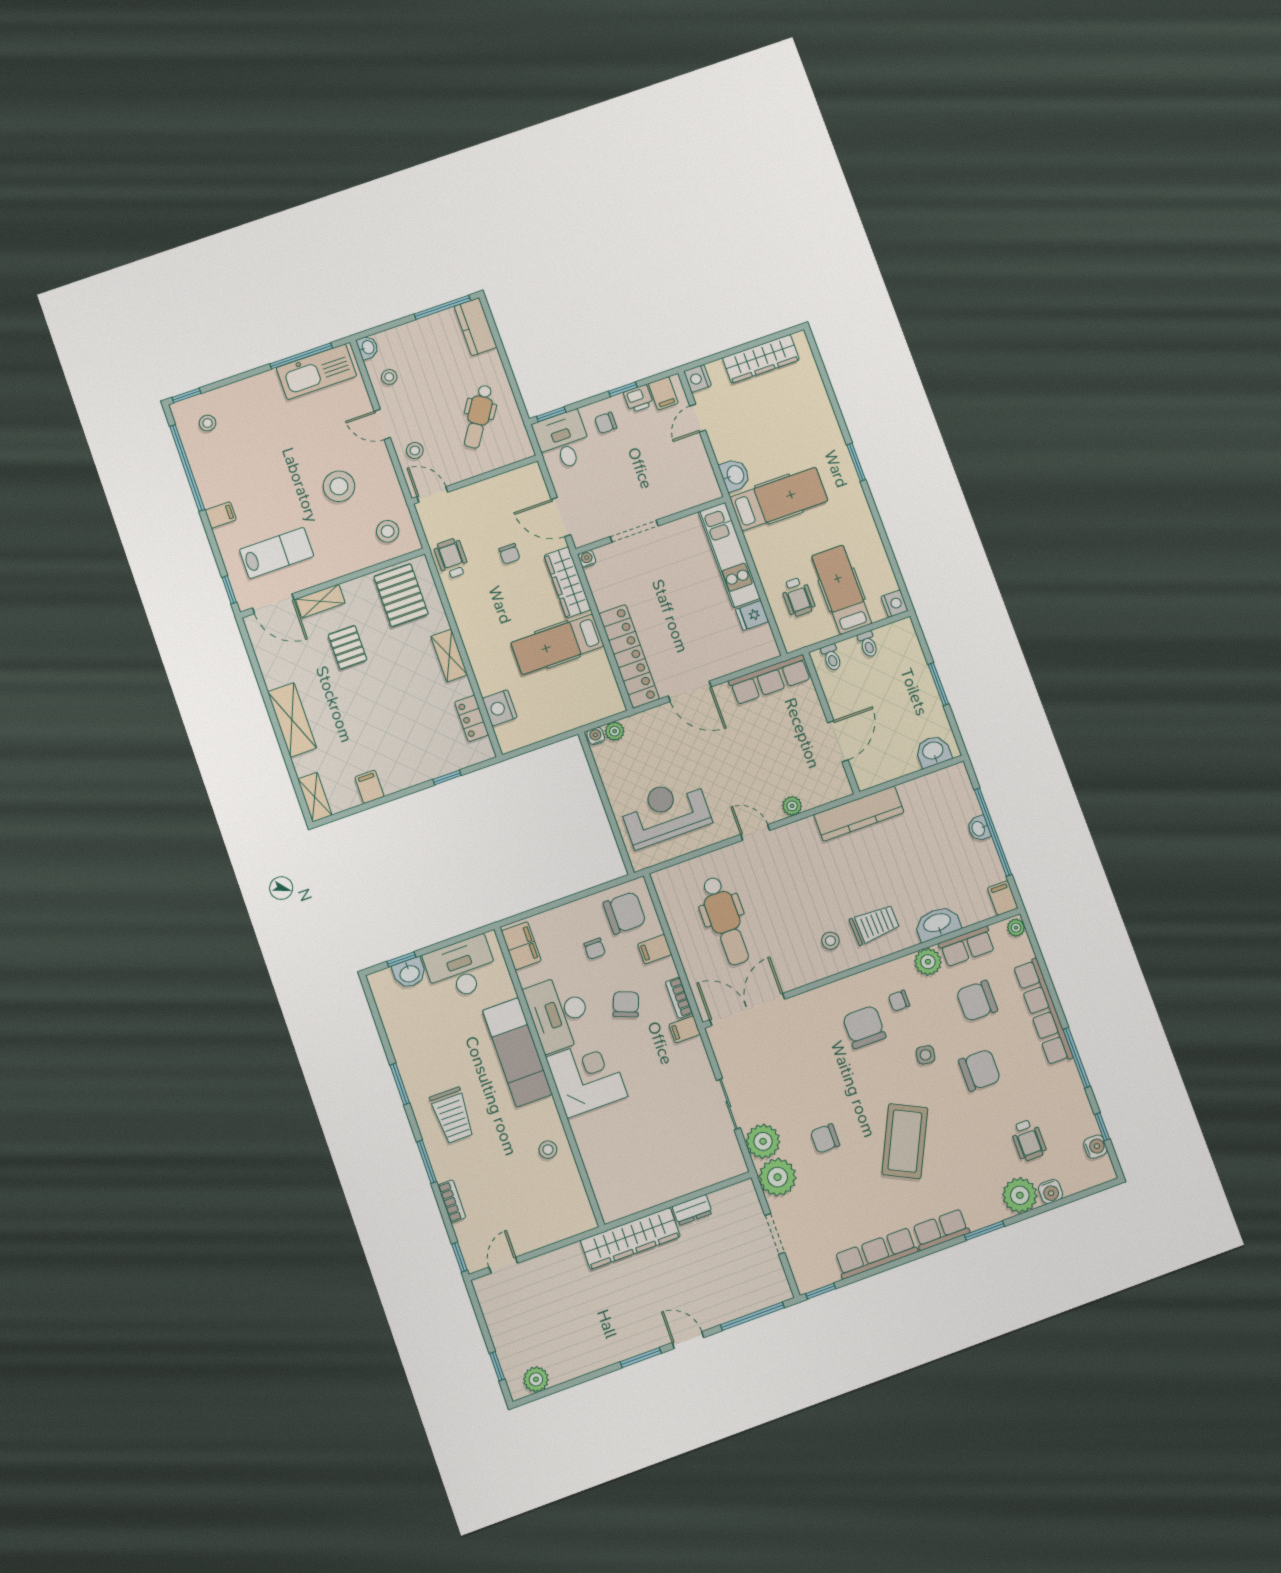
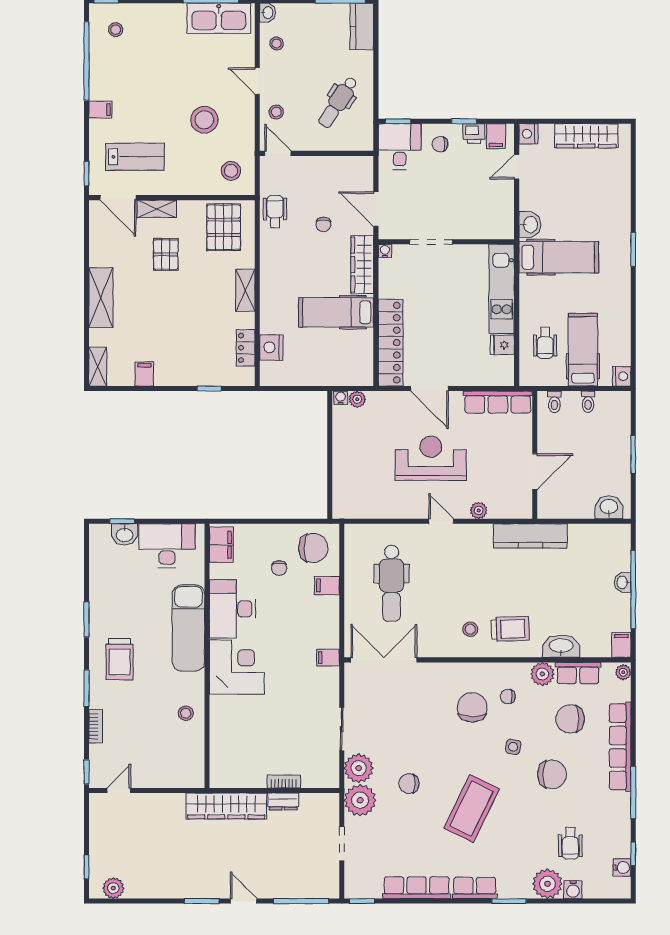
reception desk: (665, 812) -> (431, 458), moved
bookcase: (679, 998) -> (284, 782), moved, turned 90
chair: (626, 1004) -> (288, 621), removed

